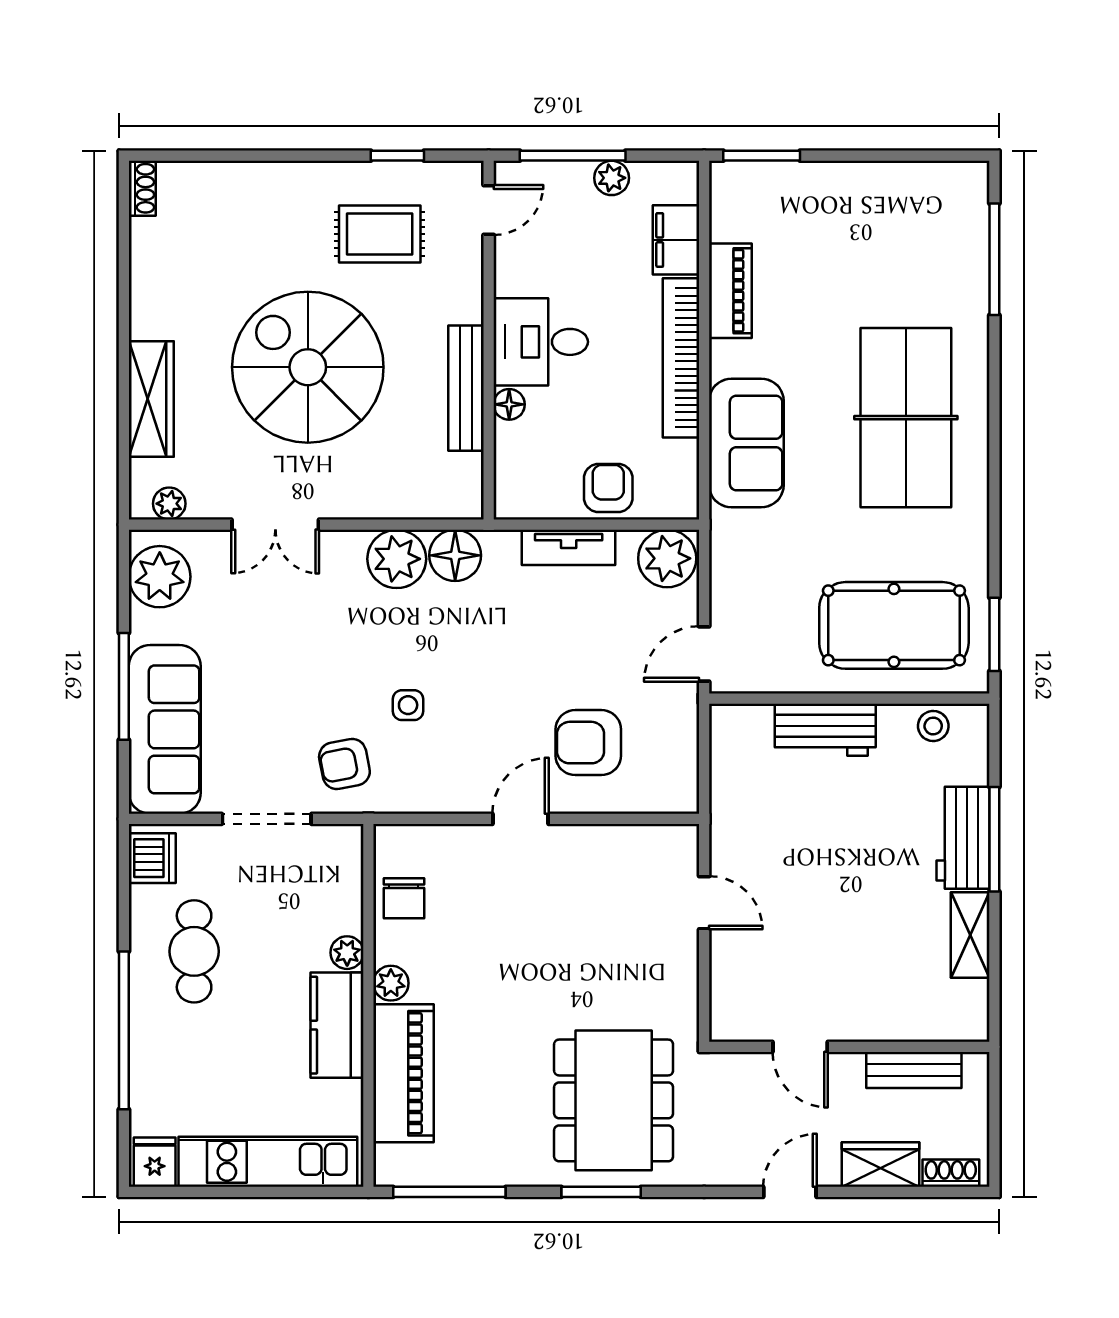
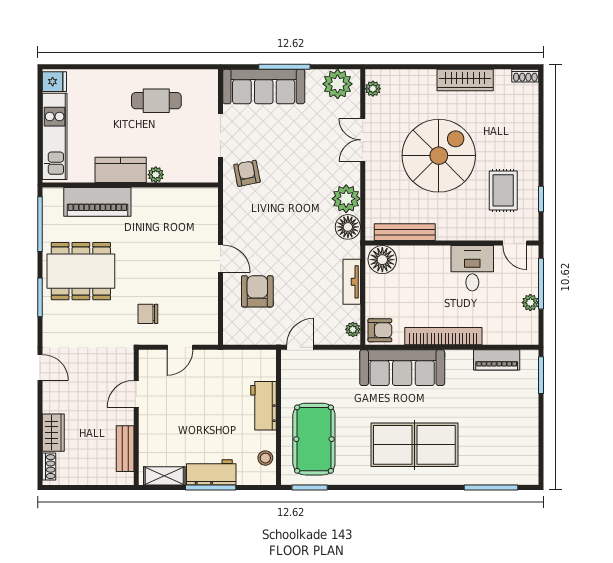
filing cabinet: (676, 240) -> (500, 334), removed
piano: (730, 291) -> (497, 360), moved
desk: (541, 342) -> (472, 268), moved
bench: (466, 388) -> (405, 232), moved
wardrobe: (151, 399) -> (465, 80), moved
floor lamp: (509, 404) -> (382, 260), moved, width x1.89, depth x1.89
sofa: (746, 443) -> (402, 368), width x1.36
armchair: (608, 488) -> (380, 330), moved
plant: (667, 558) -> (353, 329), width x0.53, depth x0.53
door: (704, 654) -> (300, 347), hinge flipped
side table: (408, 705) -> (275, 204), removed
dishwasher: (152, 858) -> (201, 80), removed
chair: (404, 898) -> (148, 314), moved
plant: (391, 983) -> (141, 196), removed
window: (124, 1030) -> (118, 67), removed
door: (800, 1047) -> (136, 394), moved
wall: (849, 1047) -> (136, 417), moved
bench: (914, 1070) -> (125, 449), moved
dining table: (614, 1100) -> (81, 271), moved
door: (790, 1192) -> (40, 367), moved

